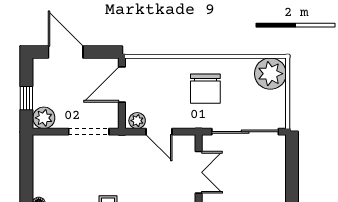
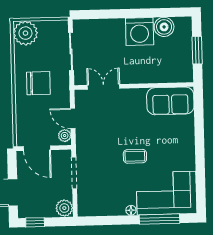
window: (26, 98) -> (35, 222), moved
door: (159, 132) -> (73, 118), swing flipped
sliding door: (245, 132) -> (71, 51), width x0.73

